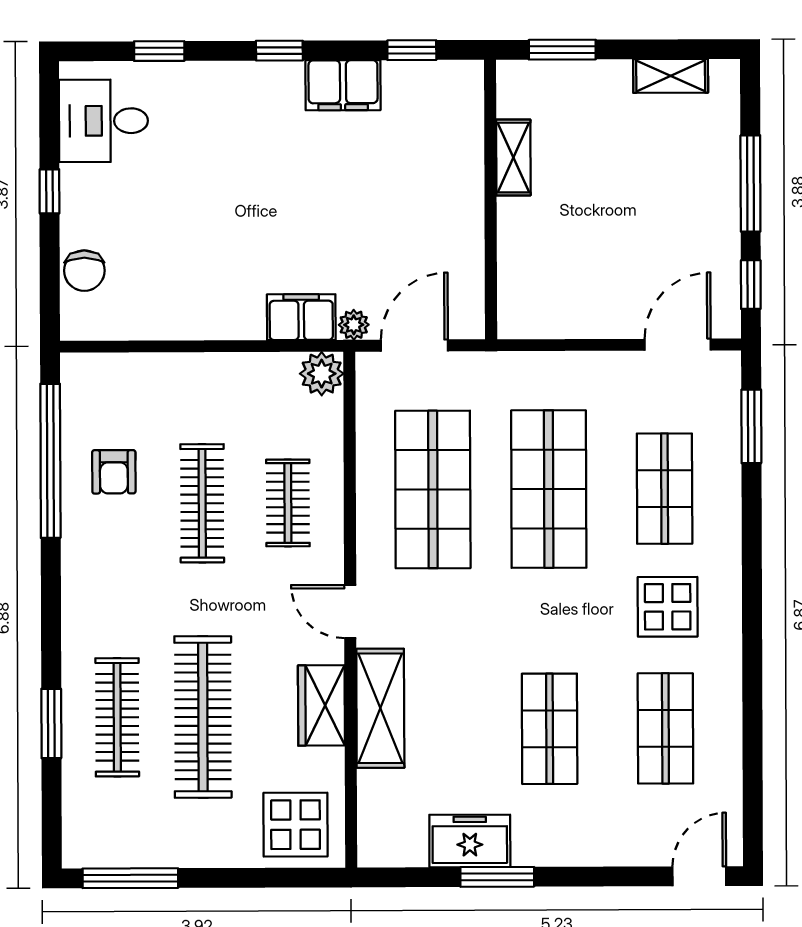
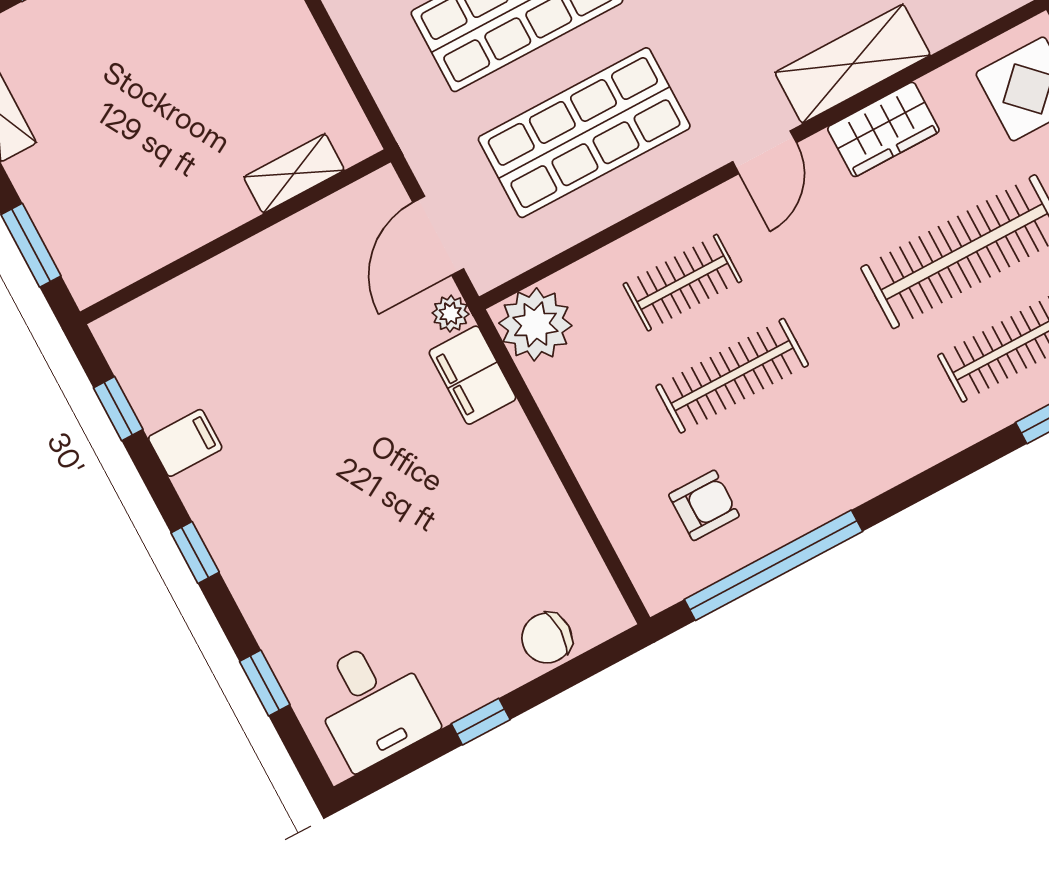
filing cabinet: (343, 85) -> (185, 443), width x0.50
shelving: (513, 158) -> (294, 173), moved
chair: (84, 271) -> (547, 638), turned 180
door: (414, 346) -> (438, 236), hinge flipped
plant: (322, 374) -> (535, 324), width x1.36, depth x1.36
armchair: (114, 472) -> (704, 505), moved

